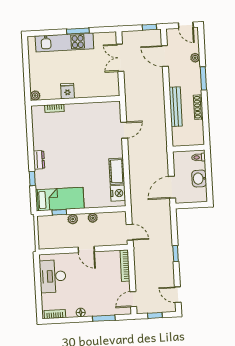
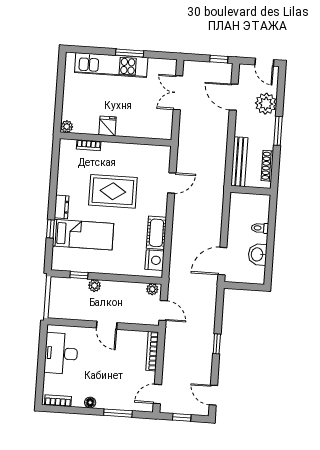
plant: (195, 58) -> (266, 104), width x1.87, depth x1.87
rug: (78, 142) -> (113, 191), added
wall: (189, 148) -> (251, 190), moved
bed: (60, 199) -> (83, 235), moved
plant: (93, 218) -> (152, 289), moved

